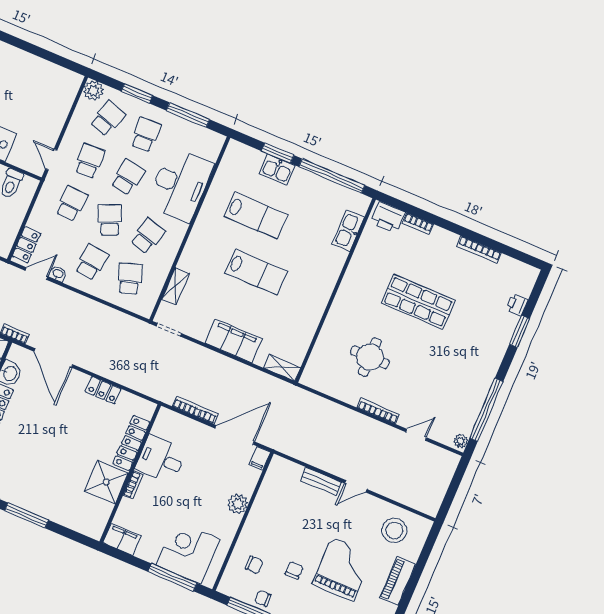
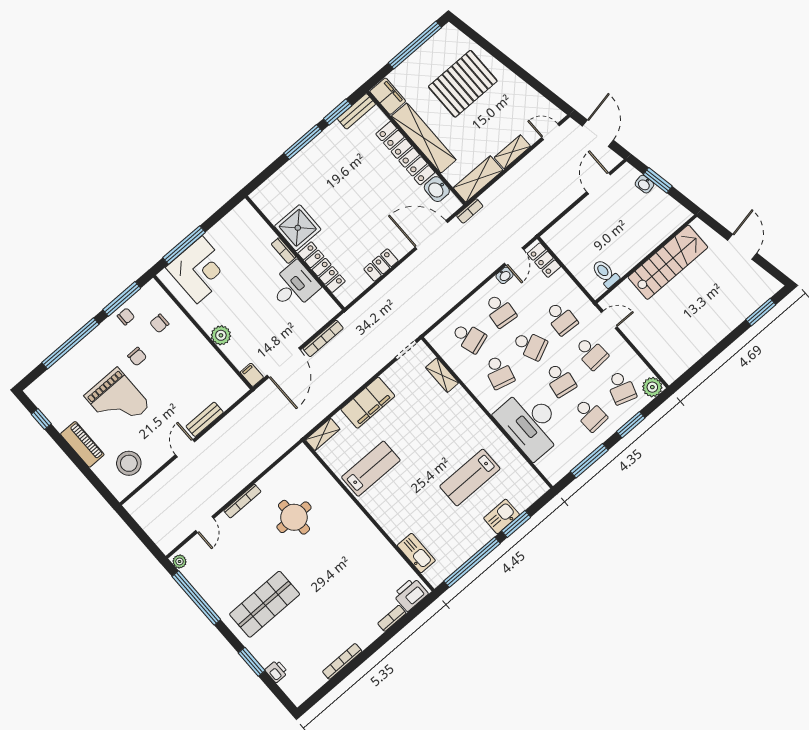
lab bench: (256, 272) -> (371, 469), moved, turned 180
shop shelf: (418, 302) -> (265, 604), moved
filing cabinet: (122, 539) -> (240, 217), removed

